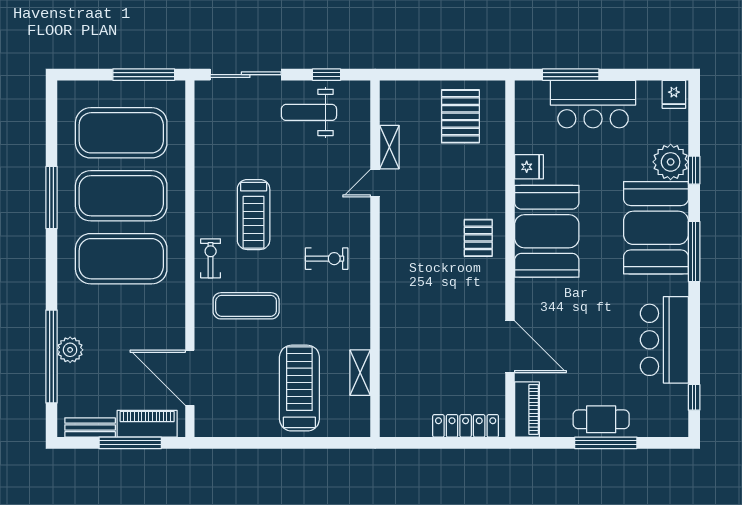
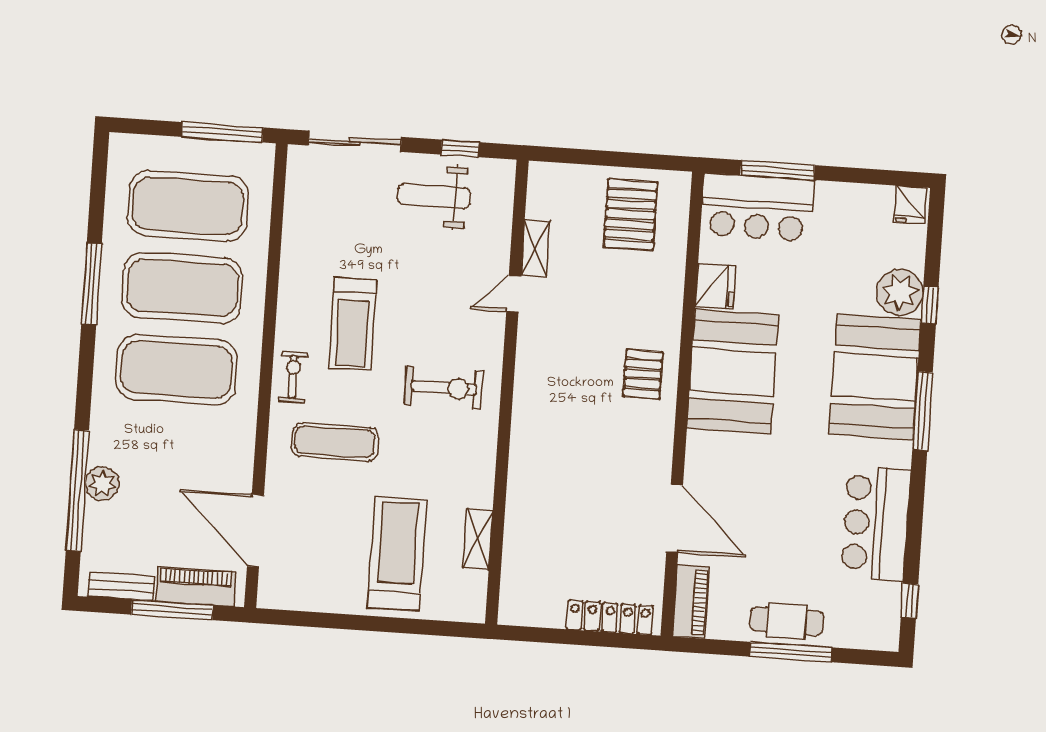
bar counter: (593, 104) -> (758, 207), moved
fridge: (529, 167) -> (715, 286), width x1.38
exercise bike: (327, 259) -> (444, 388), width x1.38, depth x1.39

